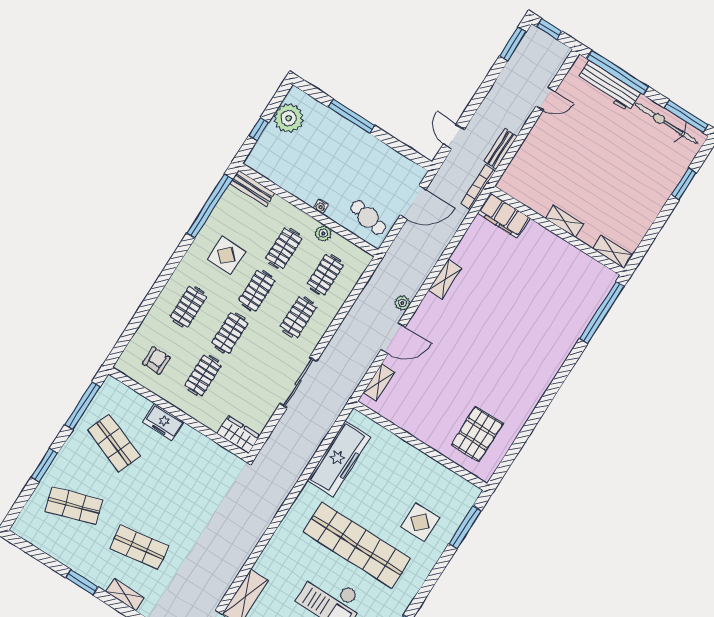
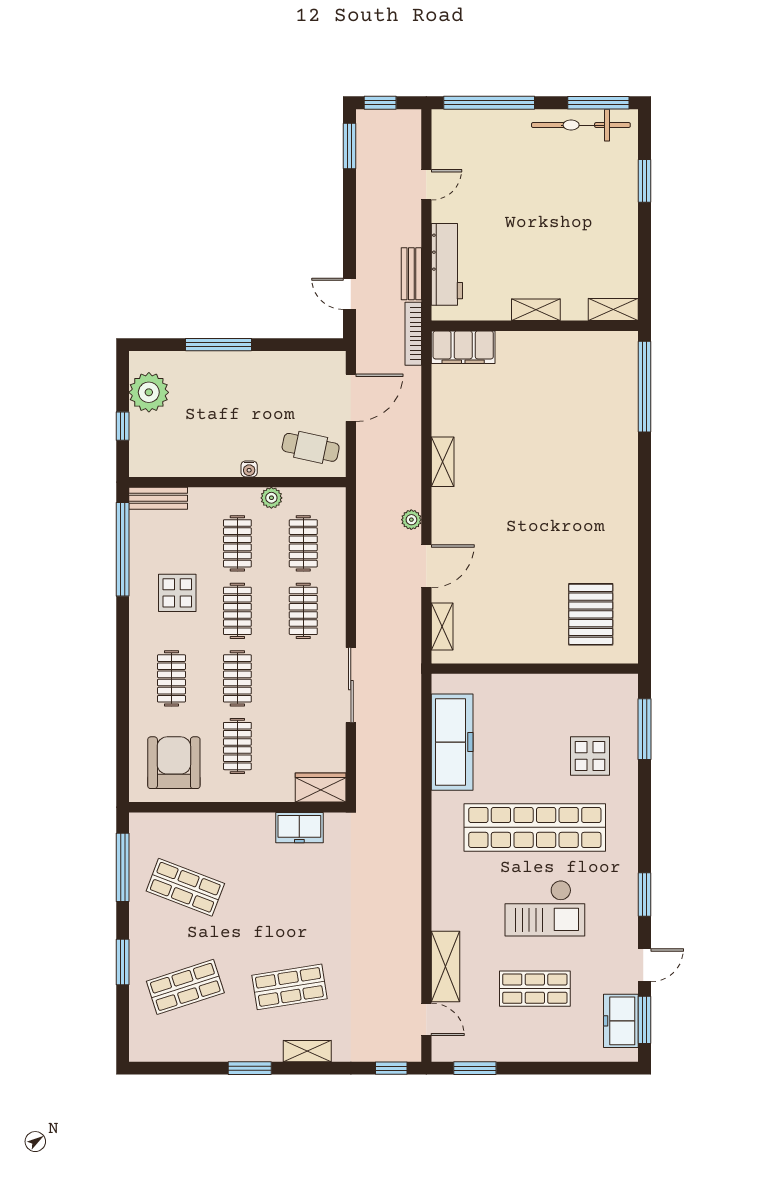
workbench: (609, 86) -> (447, 264), moved, turned -90
armchair: (156, 361) -> (174, 763), width x1.88, depth x1.88
freezer: (163, 422) -> (299, 828), moved

